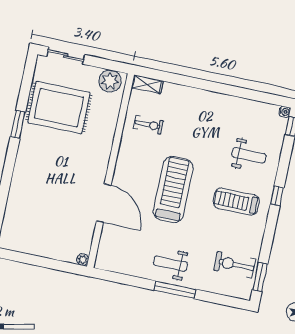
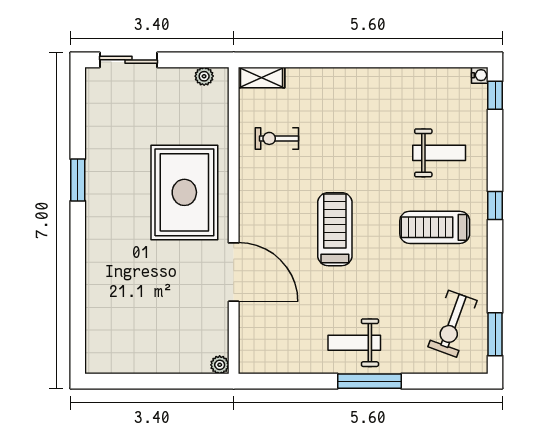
plant: (110, 81) -> (204, 76), width x0.53, depth x0.53
rug: (59, 108) -> (184, 192), moved, turned 90
exercise bike: (149, 125) -> (277, 138), turned 180
treadmill: (173, 190) -> (335, 229), width x0.73, depth x0.73
exercise bike: (235, 265) -> (452, 324), turned -70

